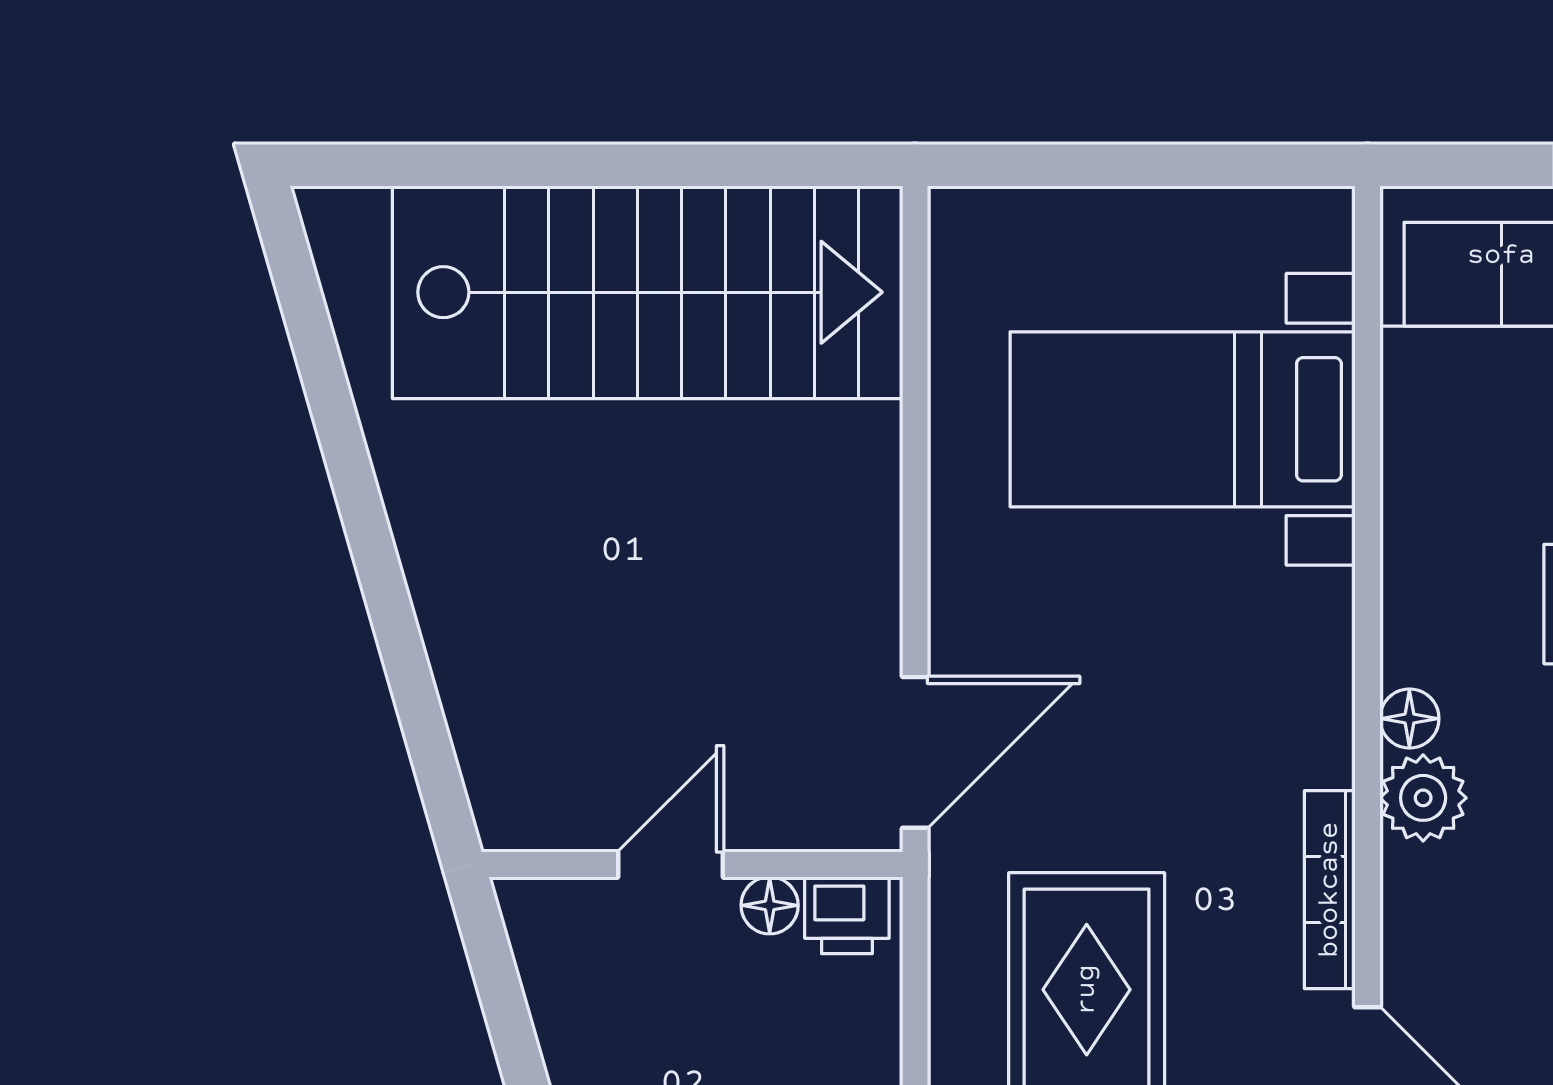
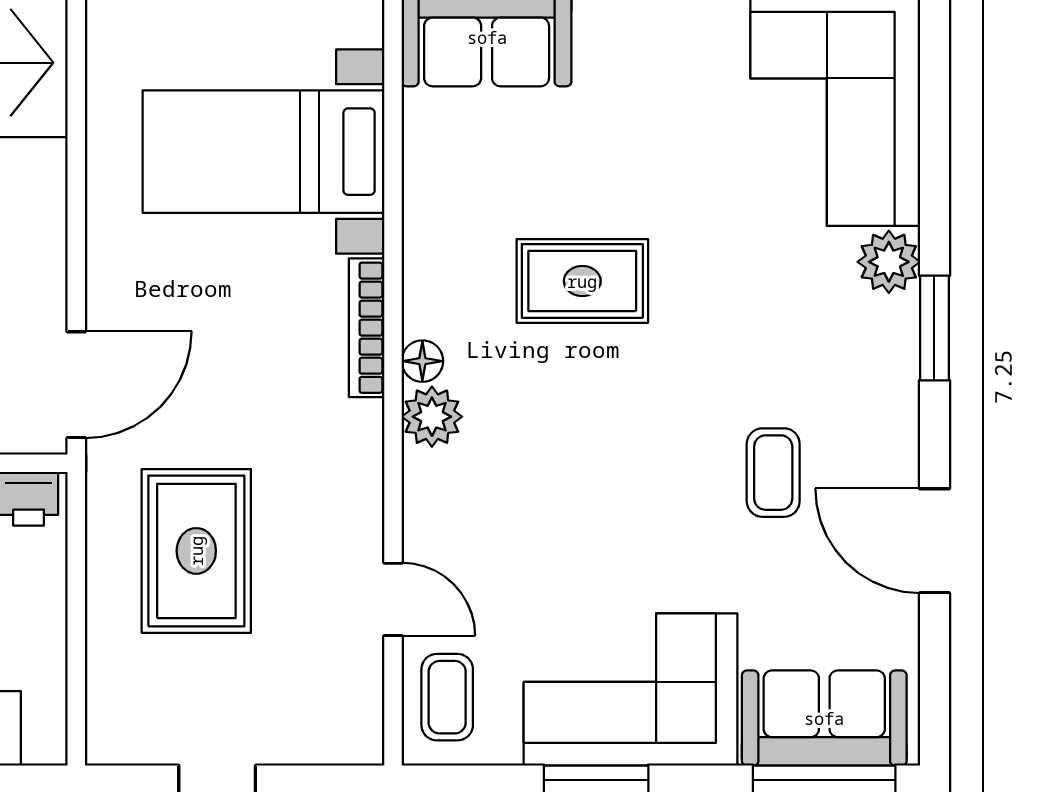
bookcase: (1330, 890) -> (367, 328), moved

